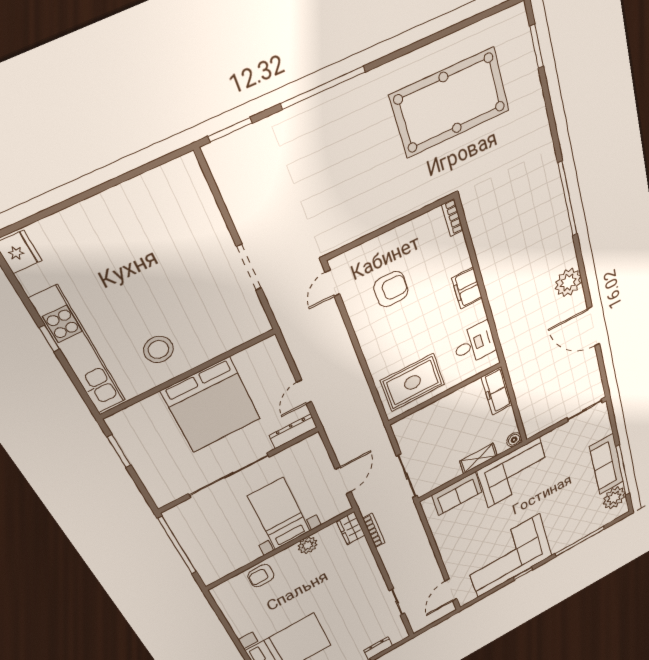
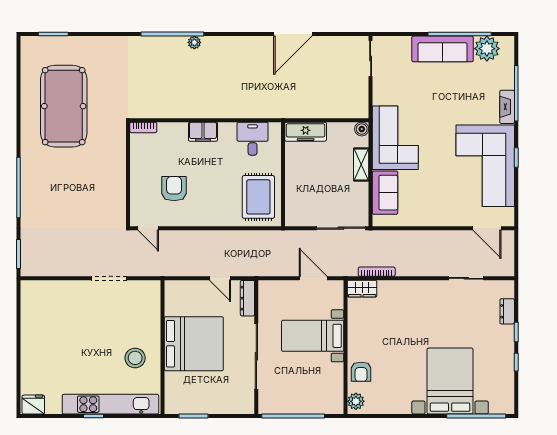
plant: (568, 282) -> (194, 42), moved, width x0.53, depth x0.53
fireplace: (566, 542) -> (507, 107), added
plant: (308, 545) -> (356, 401), moved

